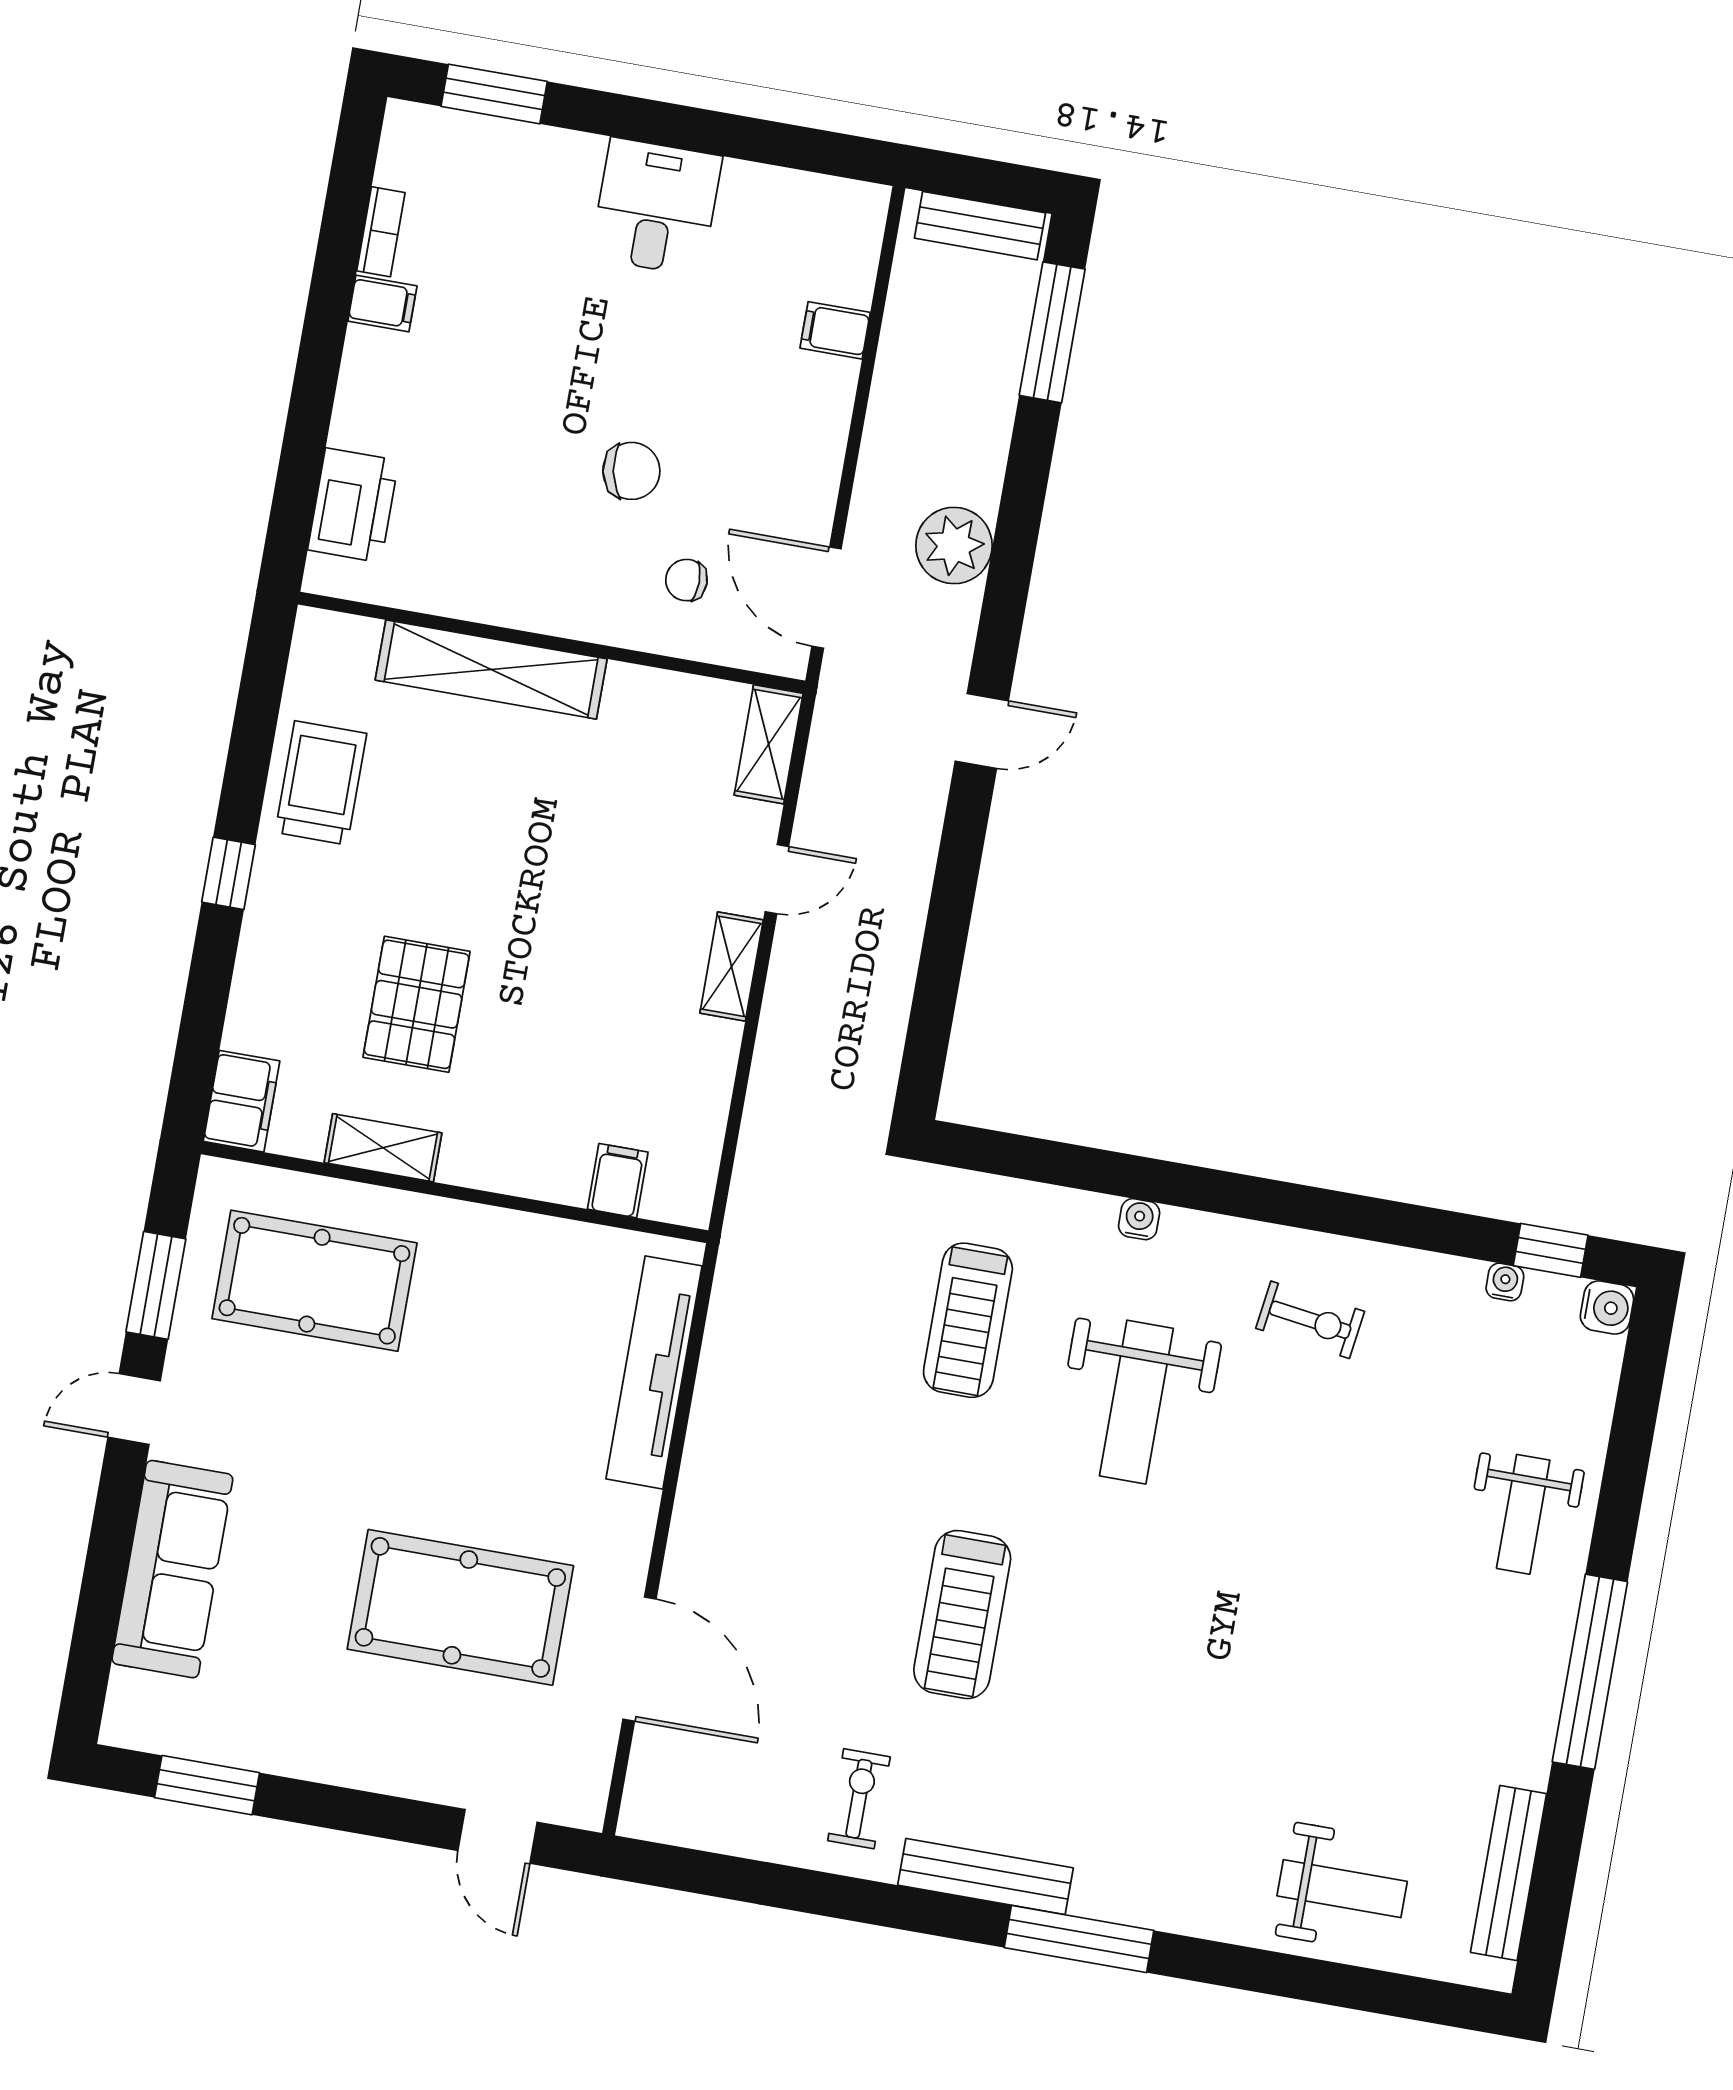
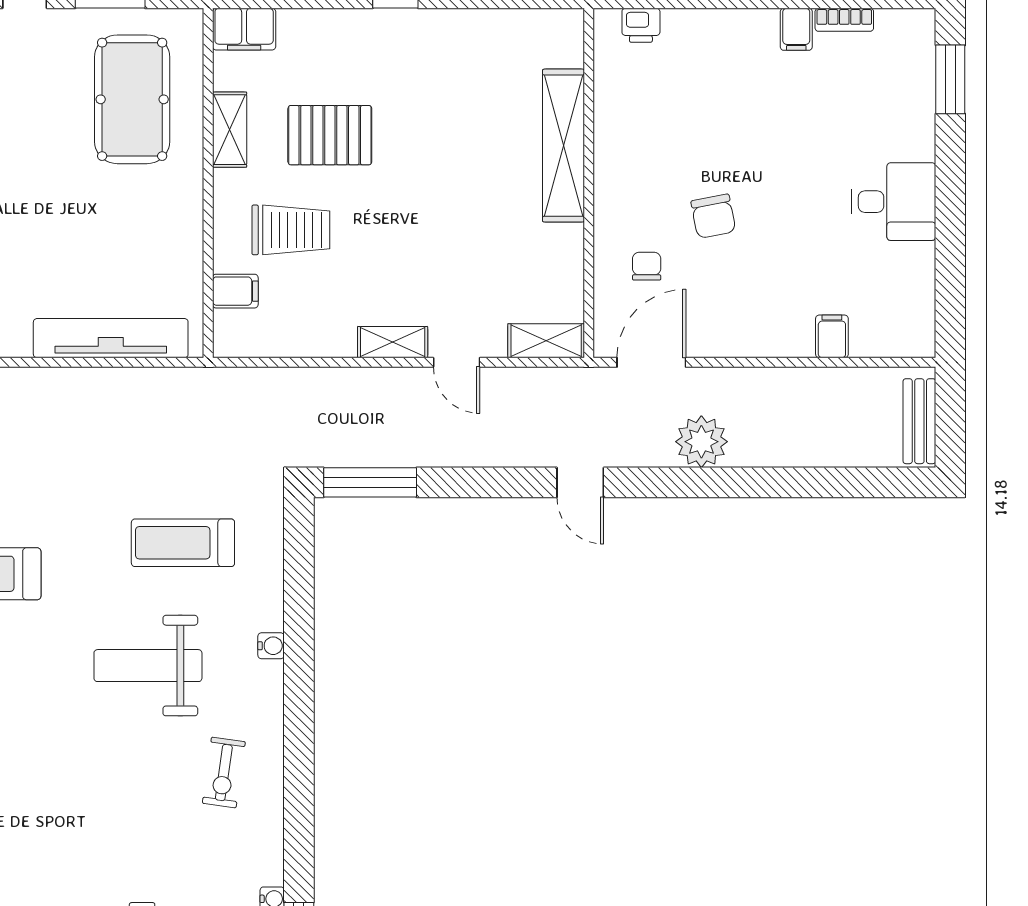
window: (1052, 332) -> (370, 482), moved
printer: (353, 505) -> (641, 25), width x0.53, depth x0.68
trolley: (321, 783) -> (291, 230), moved

